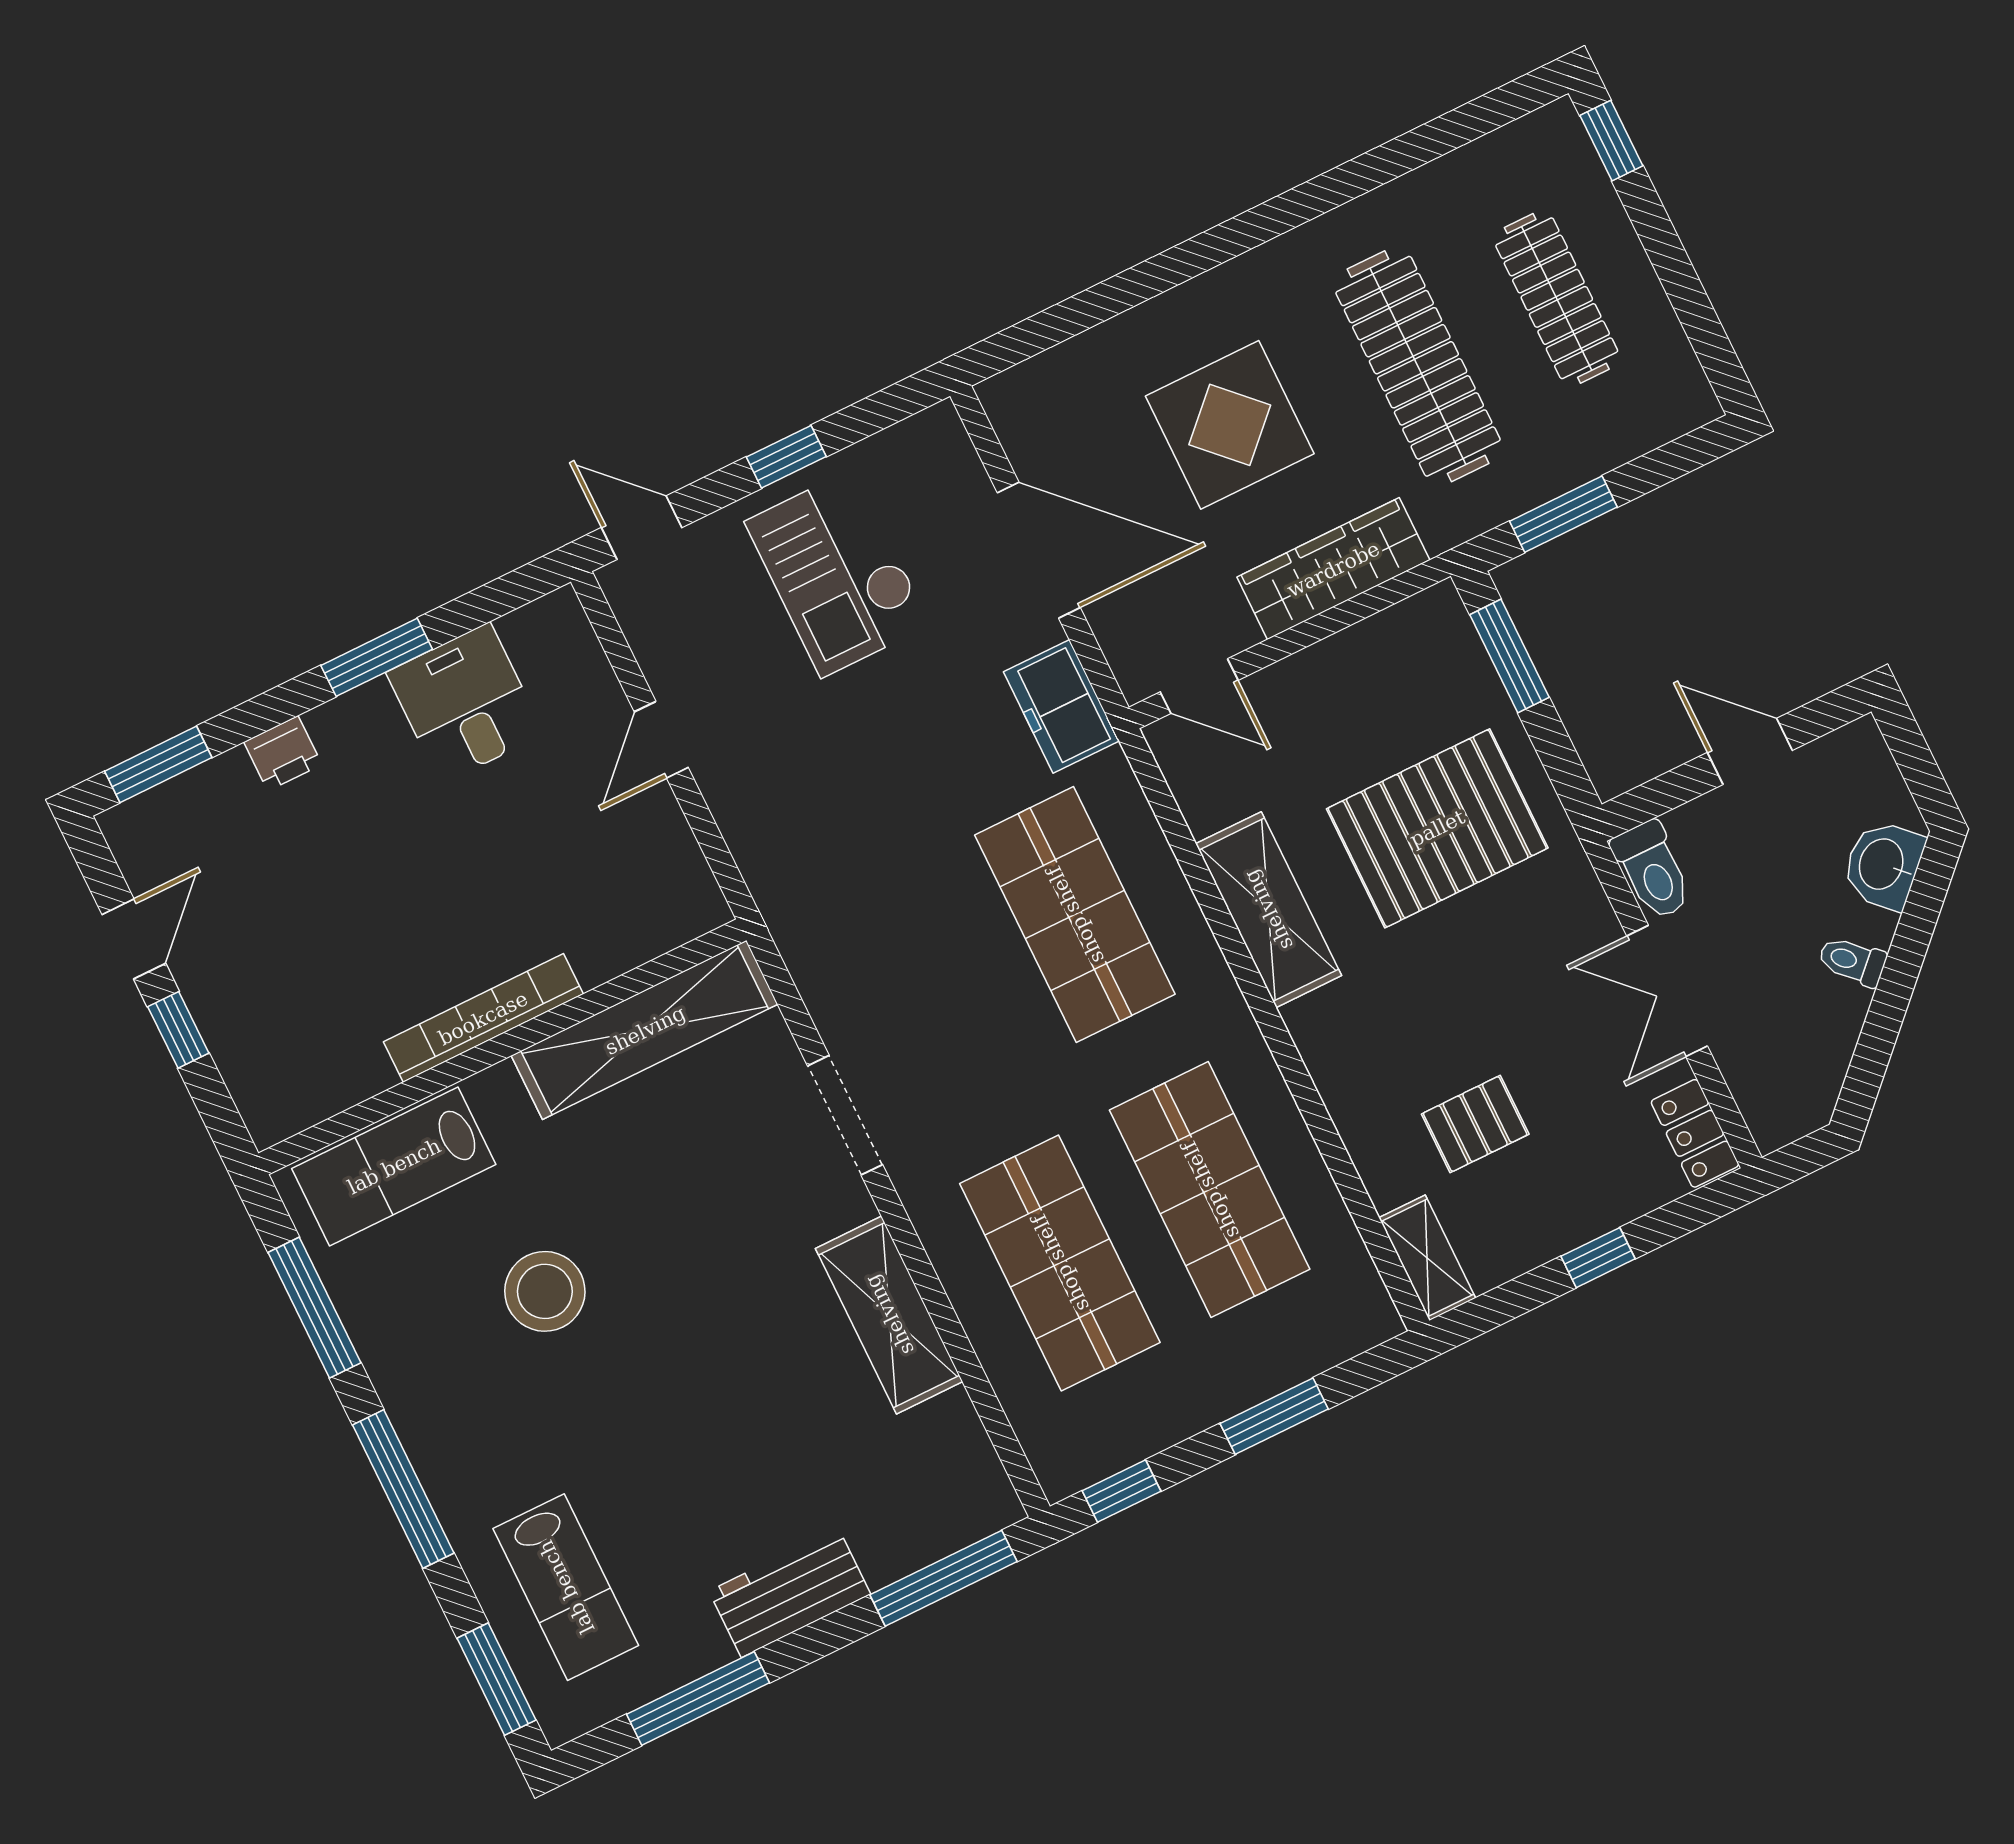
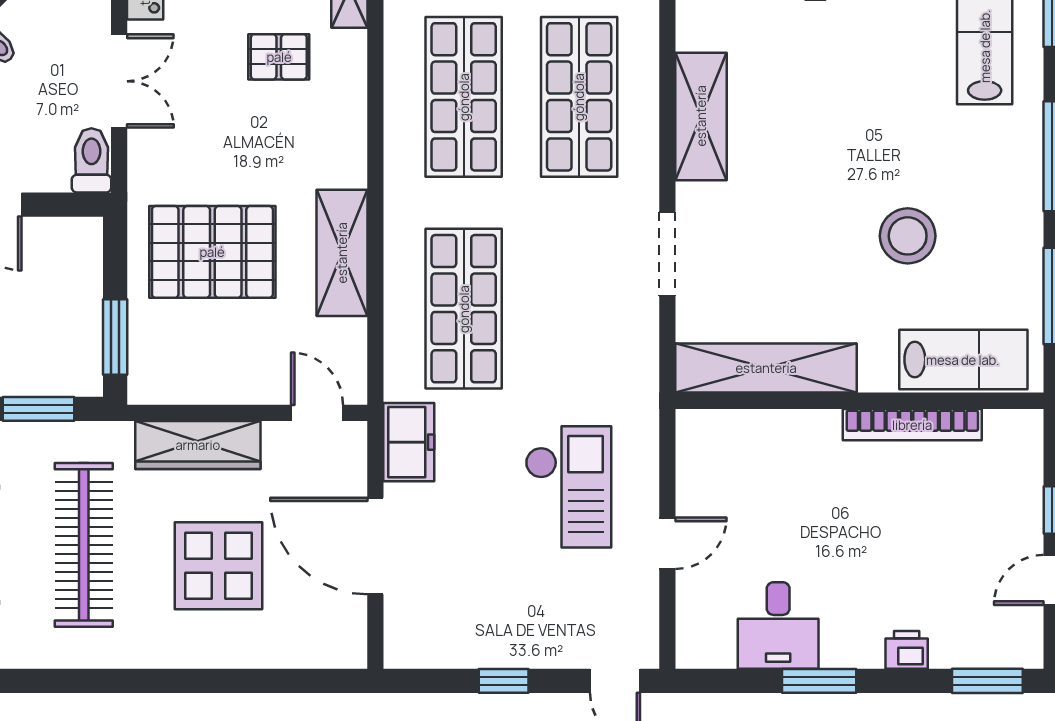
checkout: (838, 573) -> (568, 487), moved
bookcase: (483, 1018) -> (912, 425), moved

